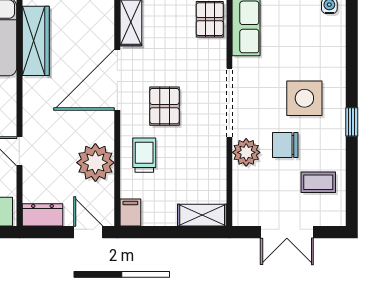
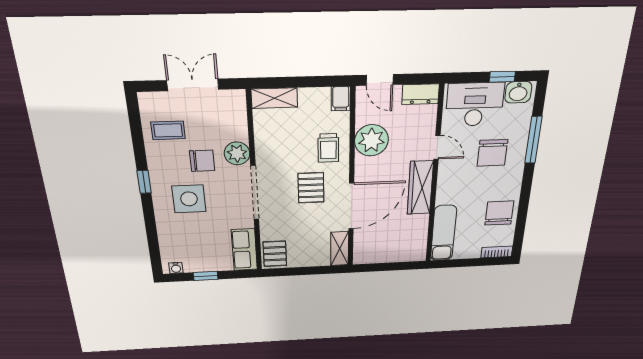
wardrobe: (36, 41) -> (420, 188), moved

